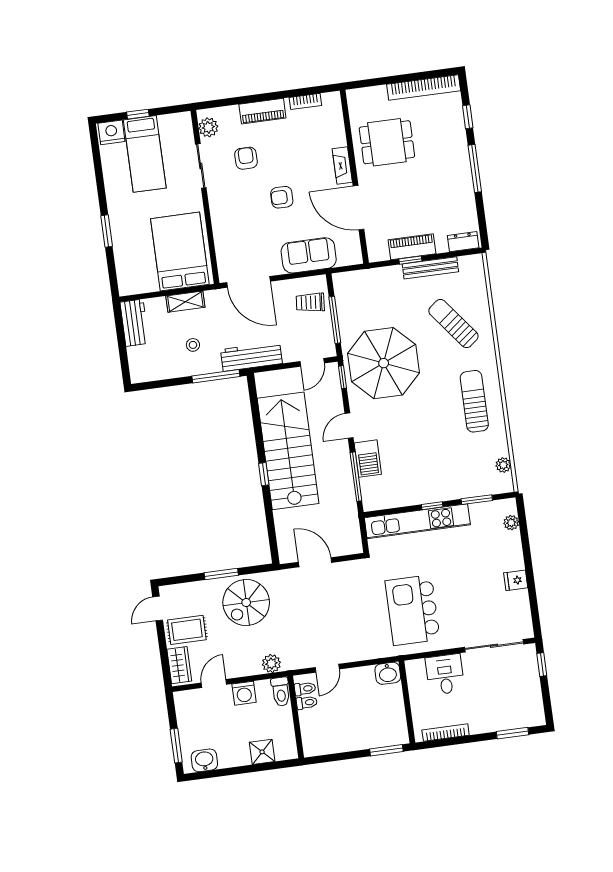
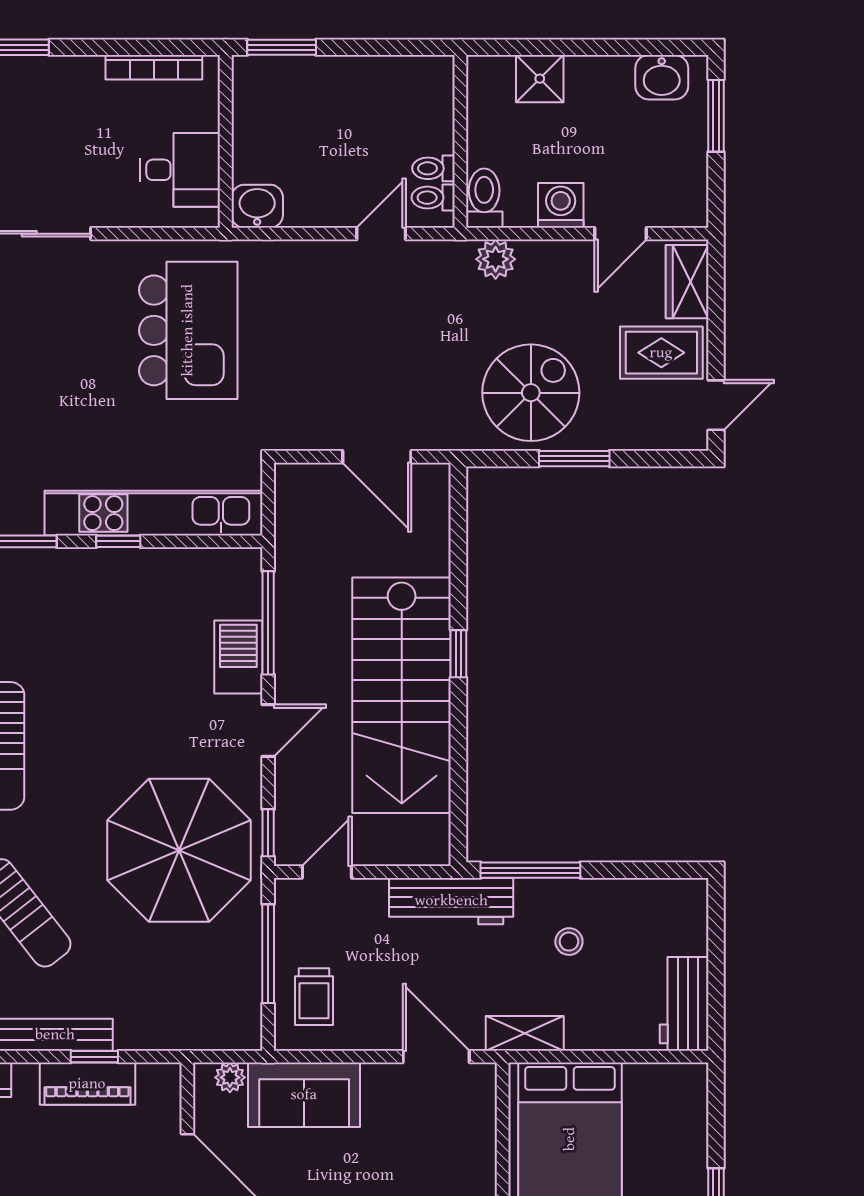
plant: (345, 259) -> (230, 1077), added
door: (249, 282) -> (436, 1057), width x0.73
shelving: (185, 302) -> (525, 1033), moved
trolley: (310, 302) -> (314, 997), turned 85
desk: (445, 674) -> (180, 170), moved, turned -90

